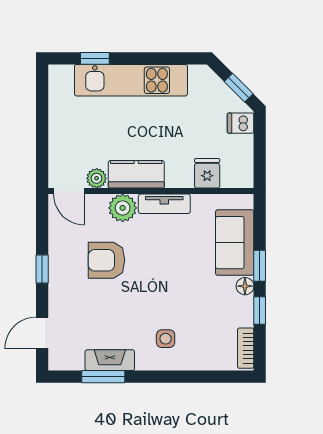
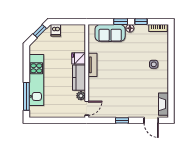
window: (95, 58) -> (26, 96), width x2.17
fridge: (207, 173) -> (79, 58), moved
plant: (123, 208) -> (94, 84), removed
armchair: (106, 260) -> (118, 91), removed
fireplace: (110, 360) -> (163, 104), moved
window: (103, 377) -> (171, 93), removed

